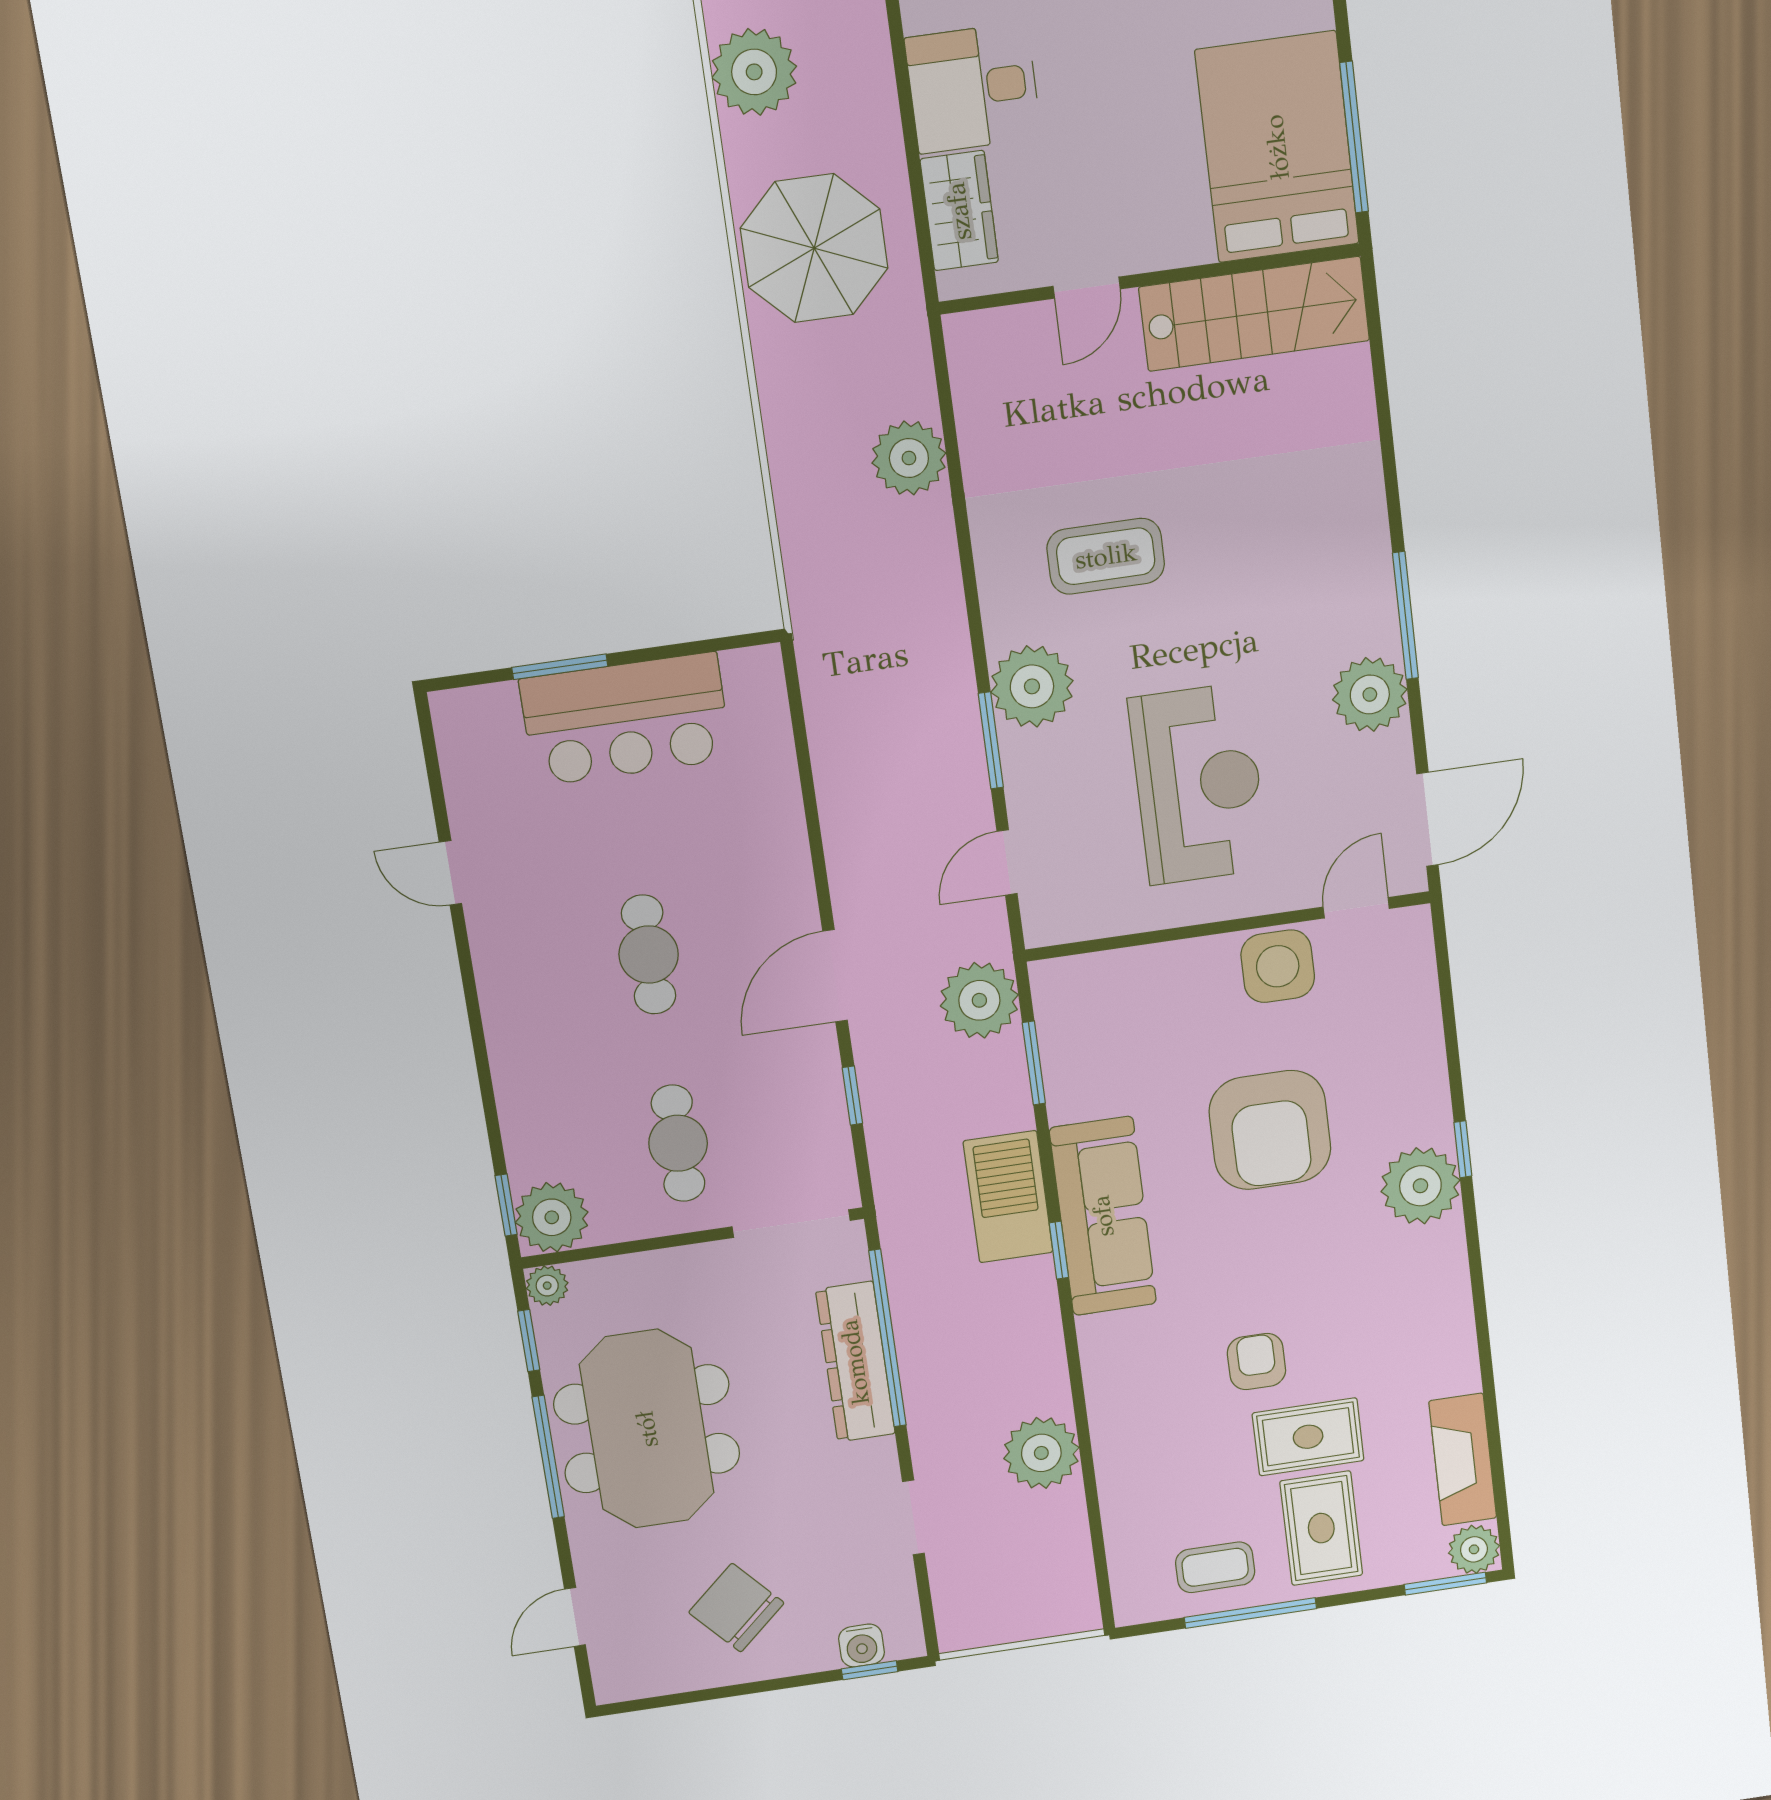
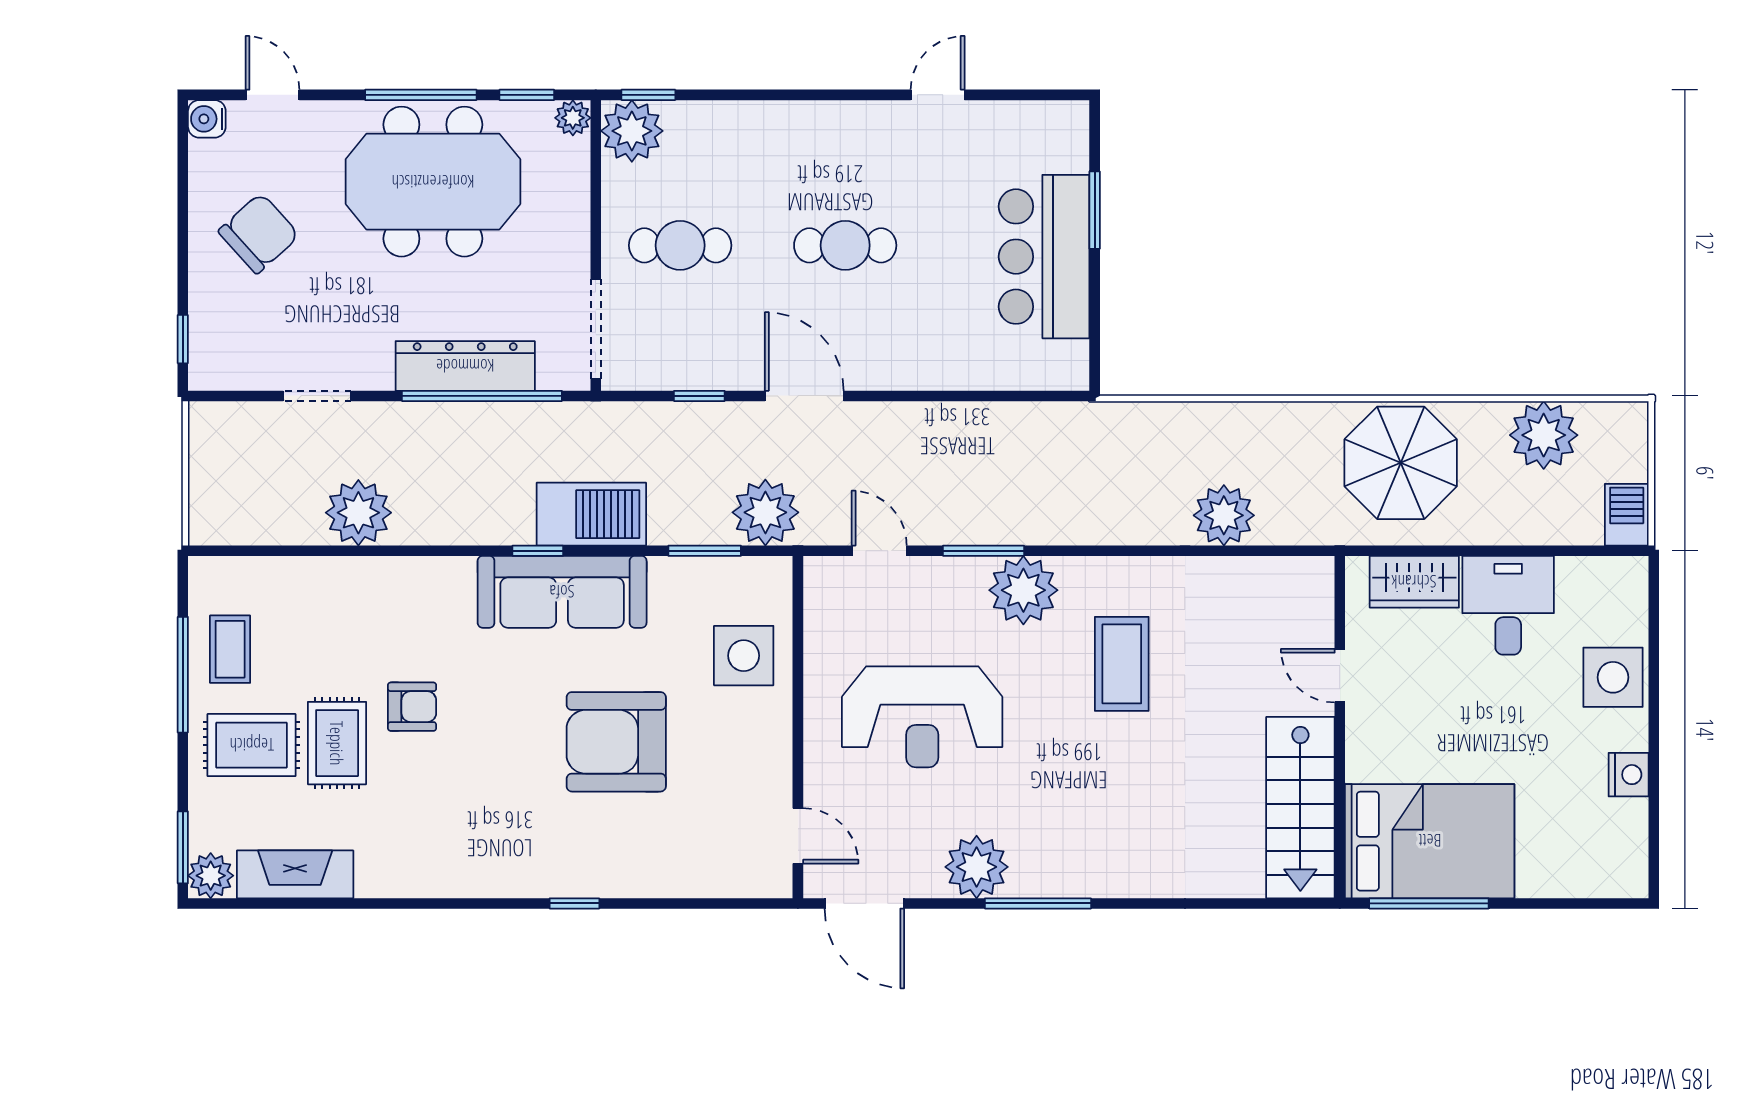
side table: (1278, 966) -> (744, 656), moved
plant: (1420, 1186) -> (548, 864), removed
water cooler: (862, 1646) -> (207, 119), moved

